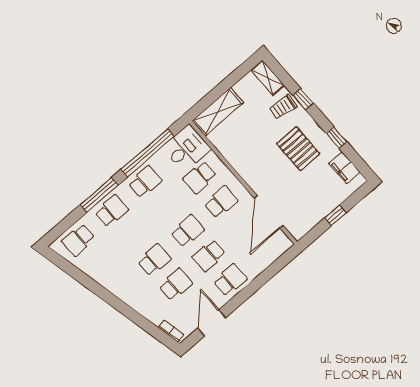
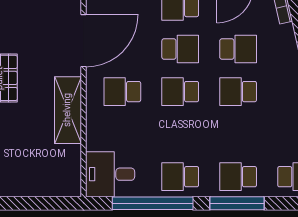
shelving: (218, 112) -> (68, 110), moved, turned 90
school desk: (200, 177) -> (122, 134), removed
school desk: (176, 284) -> (238, 49), turned 180

